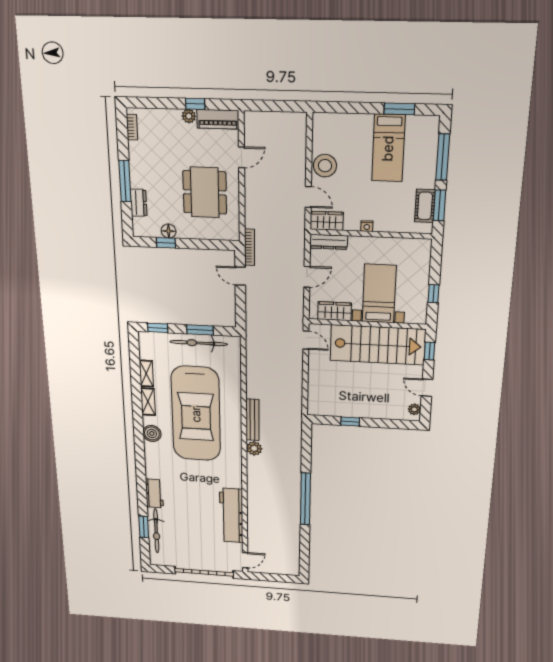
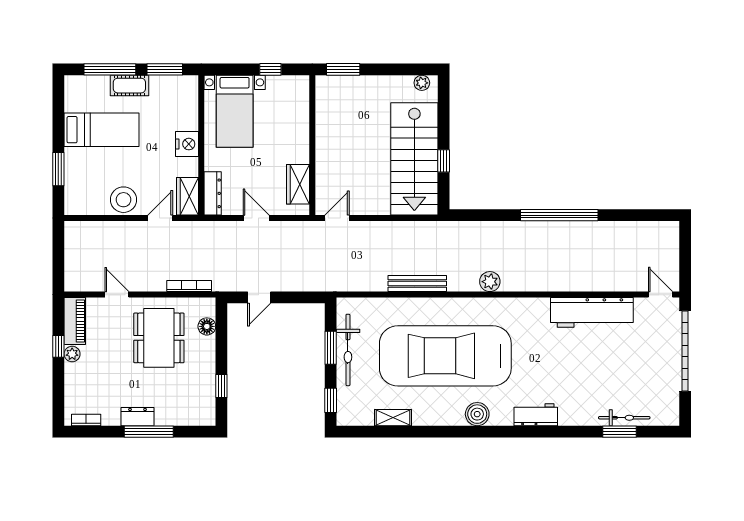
window: (399, 109) -> (58, 169), moved
dining table: (205, 192) -> (159, 338), turned 90
dresser: (139, 203) -> (138, 417), moved
cot: (425, 206) -> (129, 86), moved
nightstand: (367, 226) -> (187, 144), width x1.89, depth x1.79
floor lamp: (169, 231) -> (207, 326), moved
bookcase: (250, 247) -> (189, 286), moved
bed with nightstands: (379, 294) -> (235, 111), moved, turned -90
stairs: (378, 345) -> (414, 159), moved, turned 180
window: (429, 351) -> (343, 69), width x1.50
door: (427, 388) -> (392, 69), removed
shelving: (148, 402) -> (432, 417), removed
car: (196, 414) -> (445, 356), turned 180
bench: (253, 420) -> (417, 284), moved
workbench: (154, 493) -> (536, 415), moved
bicycle: (156, 531) -> (624, 418), width x0.73, depth x0.71

